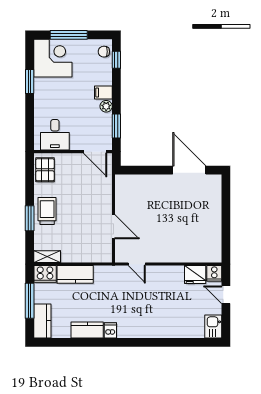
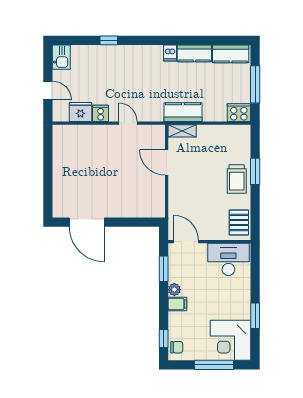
desk: (55, 135) -> (228, 259), width x1.37
shelving: (47, 257) -> (182, 131), moved
door: (137, 264) -> (128, 123), moved
cooker: (214, 273) -> (101, 113), moved
kitchen counter: (75, 274) -> (183, 112), moved
kitchen counter: (42, 321) -> (231, 54), moved, turned -90
window: (168, 342) -> (109, 40), added

